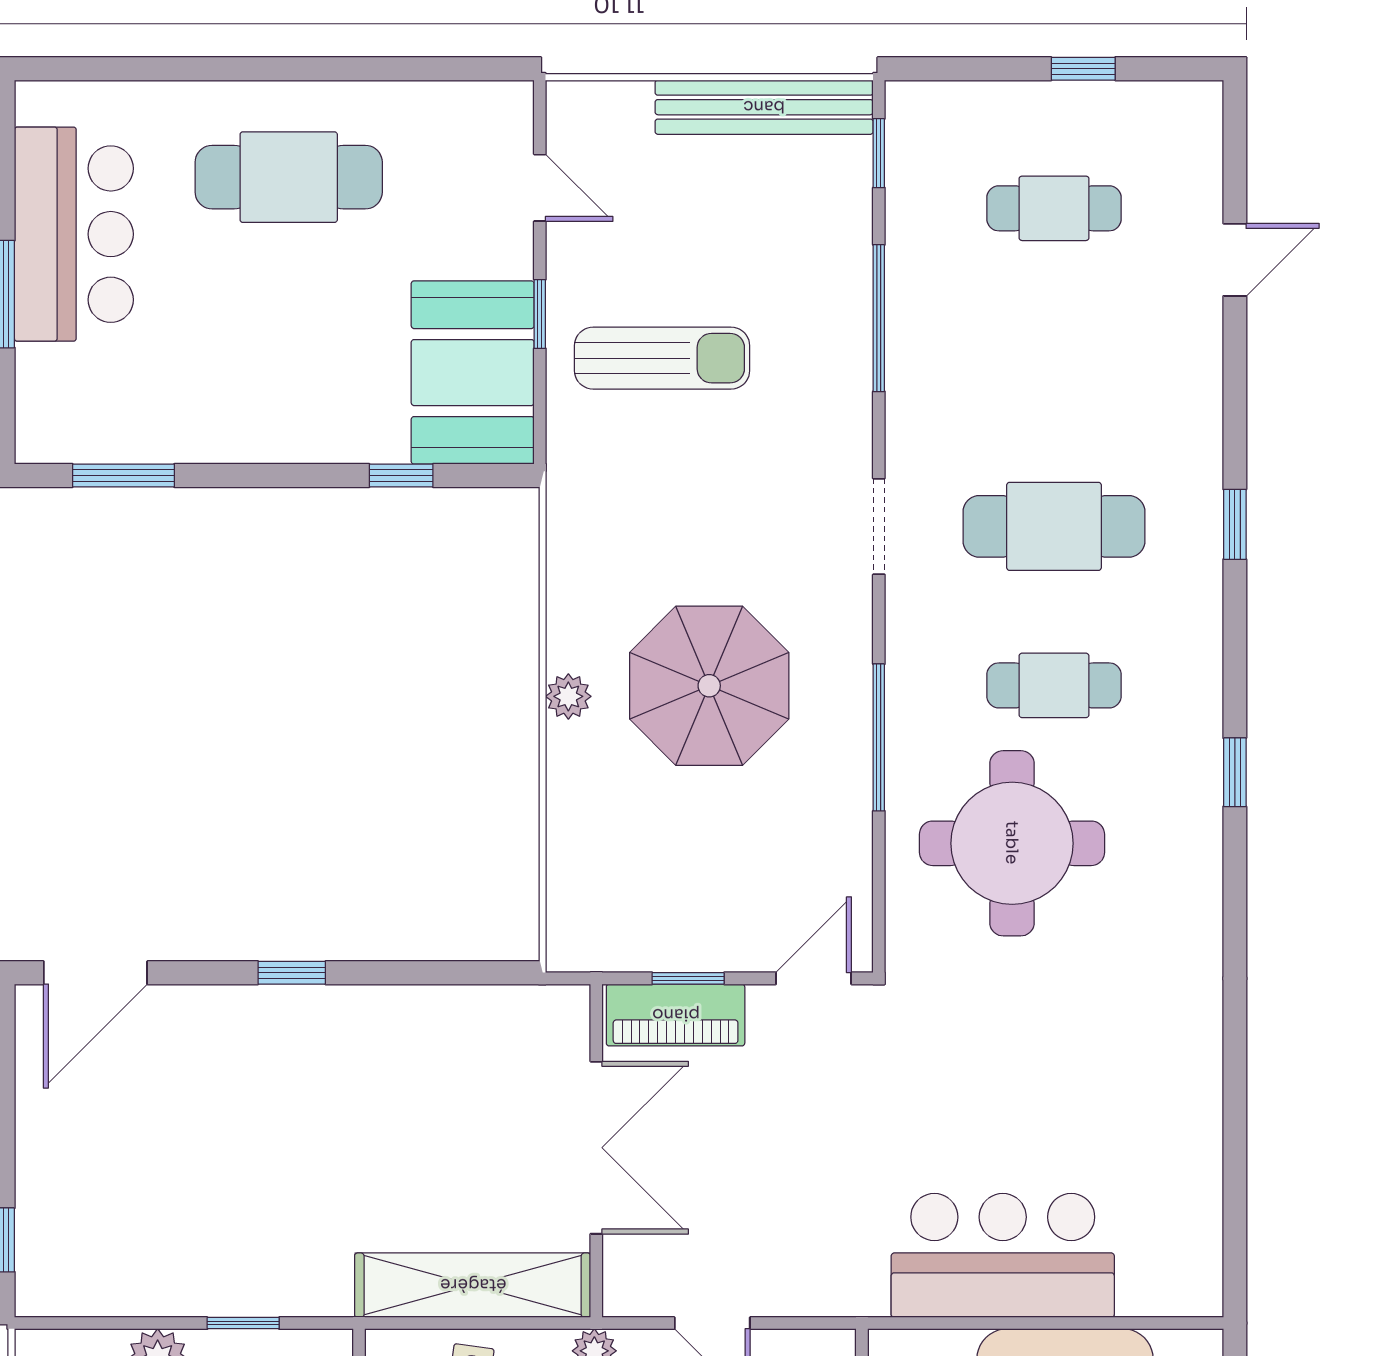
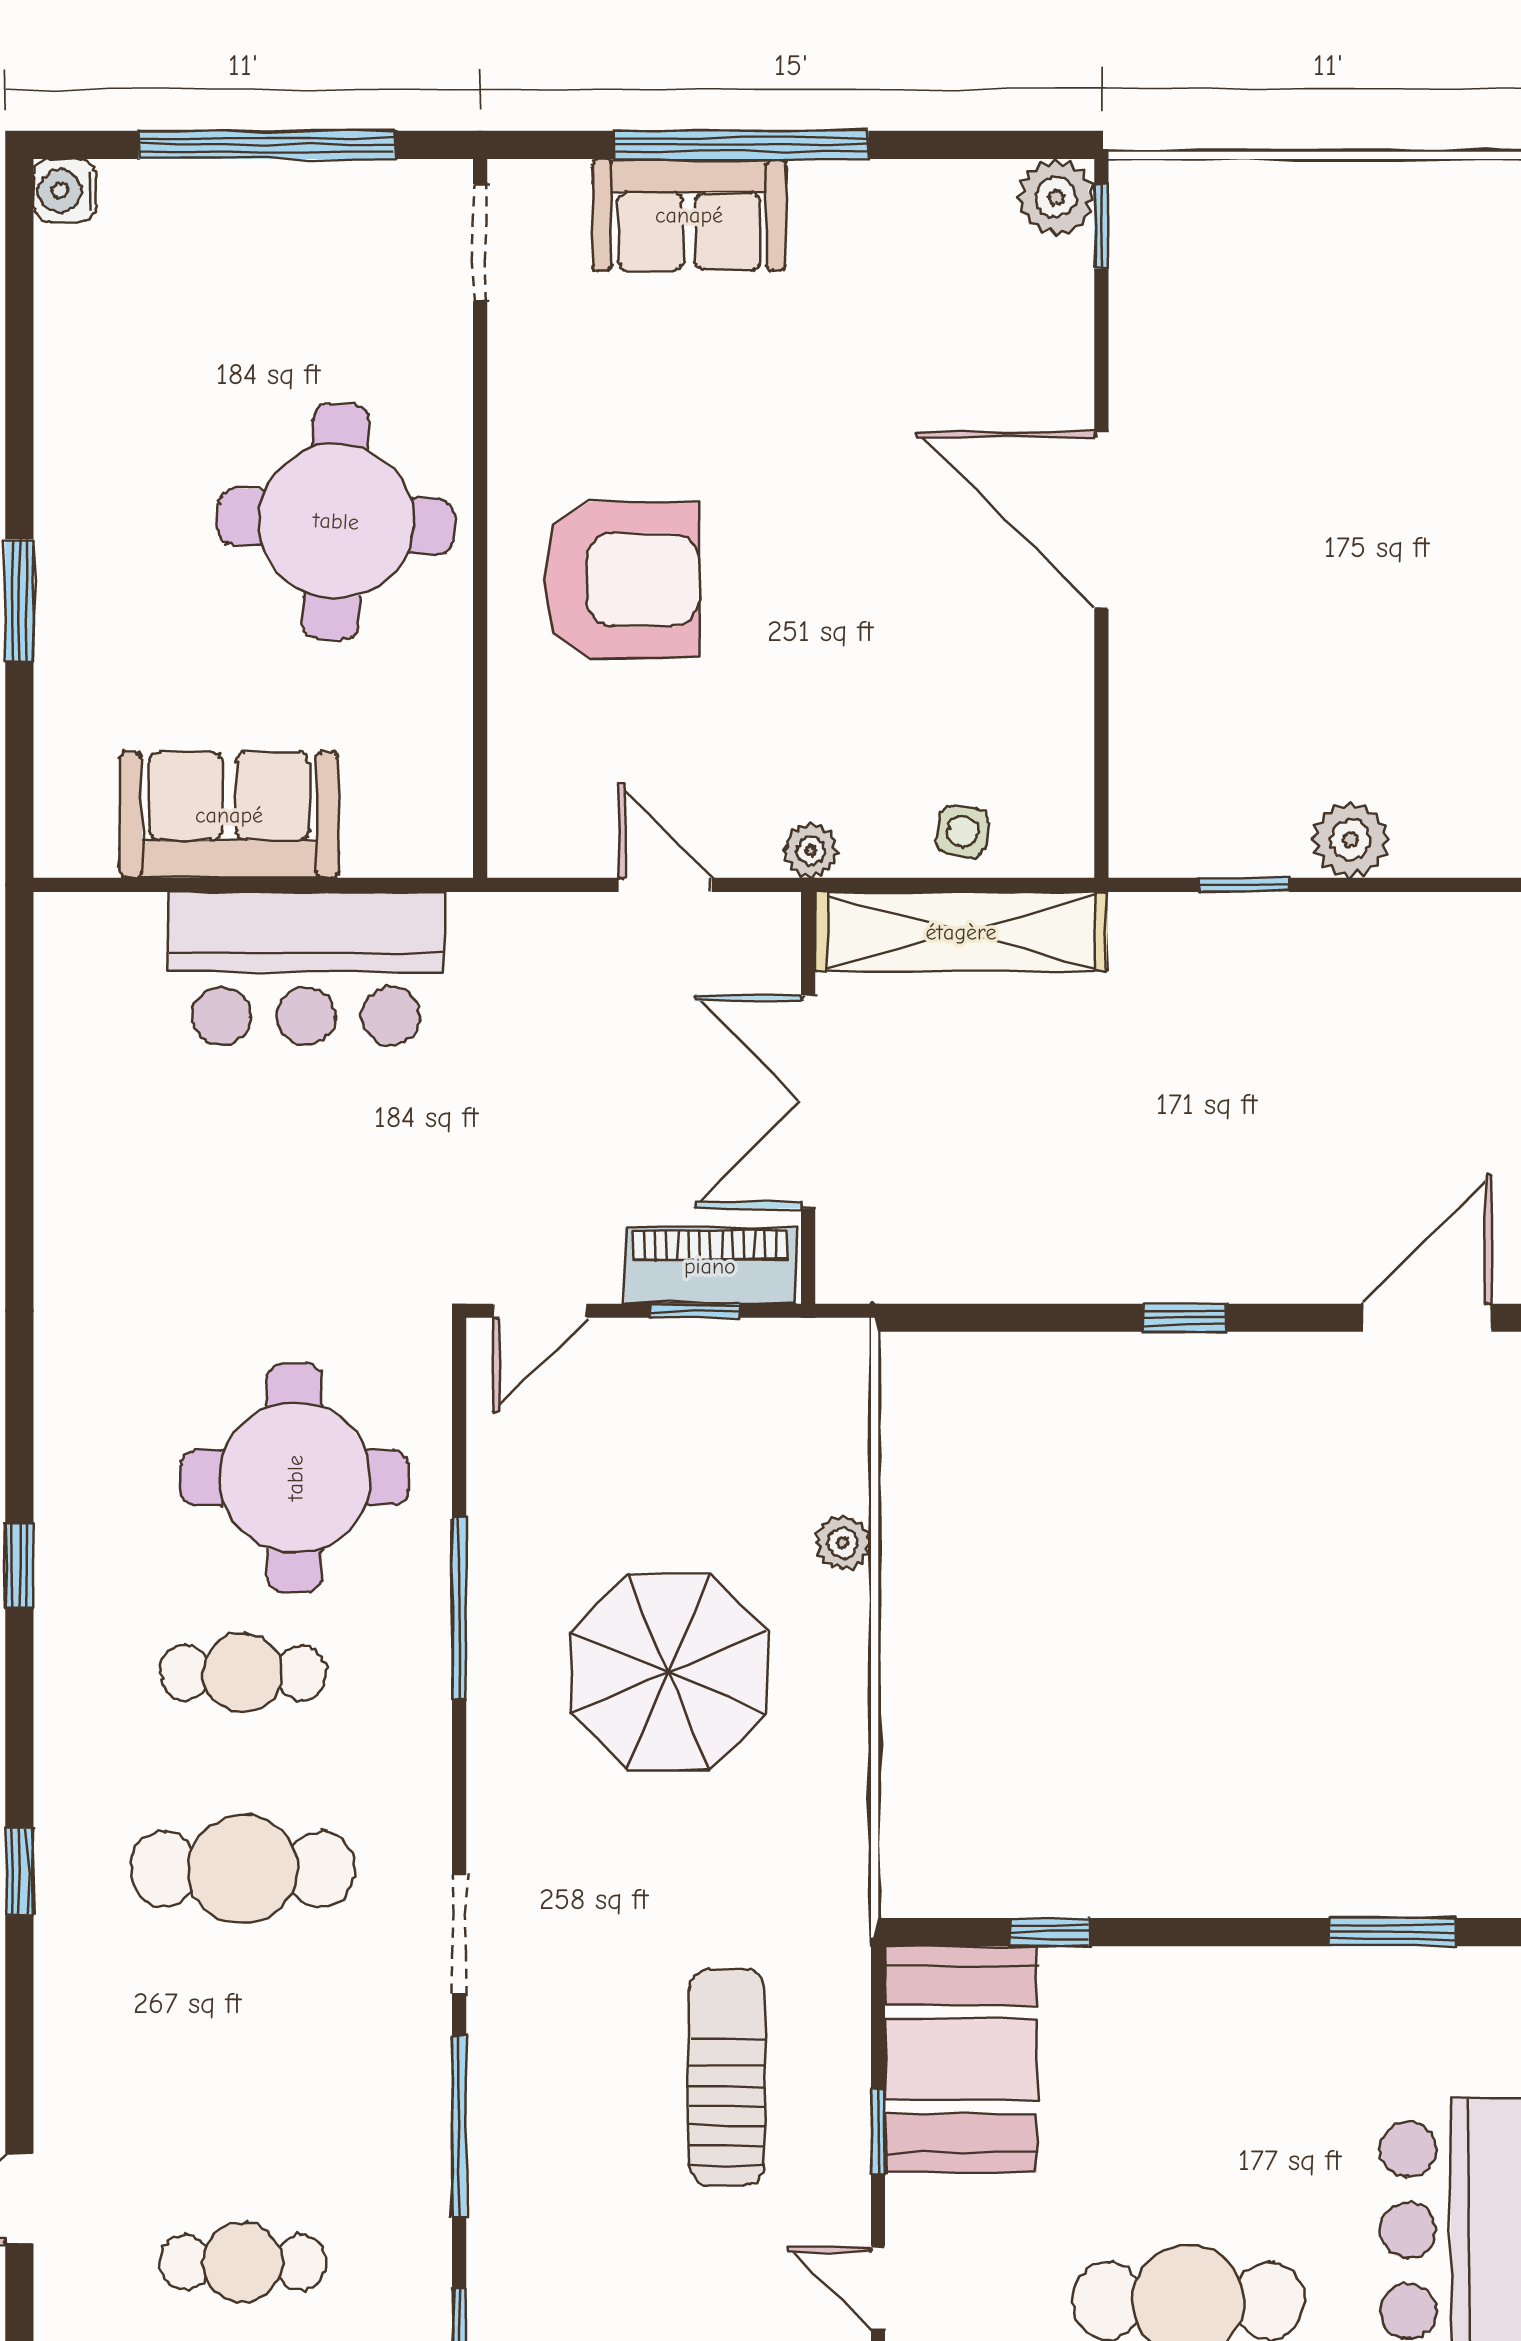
sun lounger: (662, 358) -> (727, 2077), turned 90
doorway: (879, 526) -> (459, 1934), moved
plant: (568, 696) -> (843, 1543), moved

